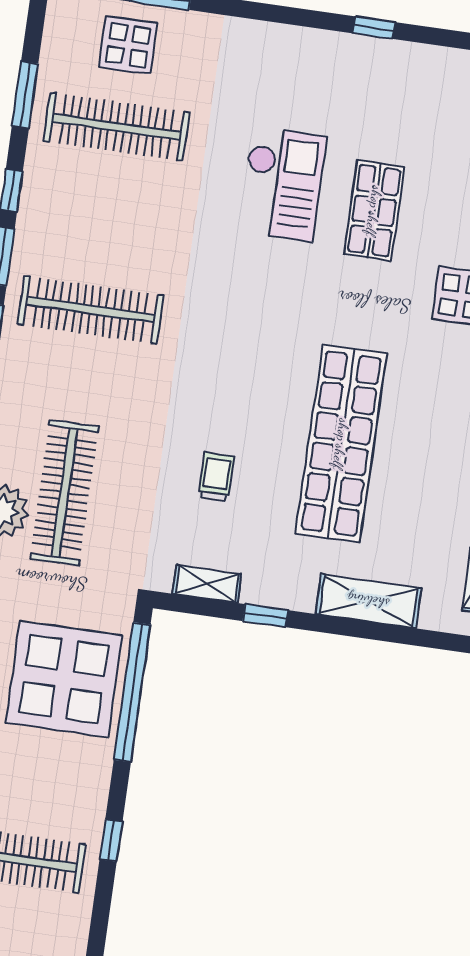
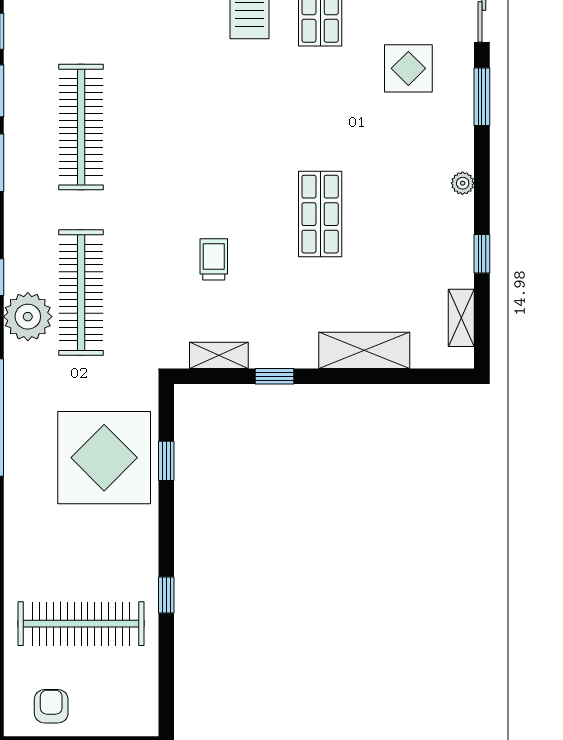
clothes rail: (90, 310) -> (81, 127), turned 90
shop shelf: (341, 444) -> (320, 214), width x0.50, depth x0.74
window: (132, 692) -> (166, 461), width x0.32

